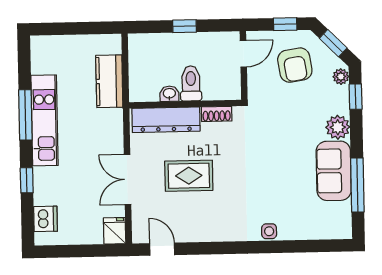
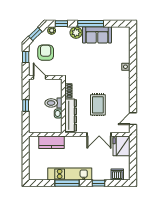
armchair: (295, 65) -> (46, 53), turned -81
window: (357, 185) -> (91, 24), moved
fridge: (115, 231) -> (122, 146), width x1.88, depth x1.34

